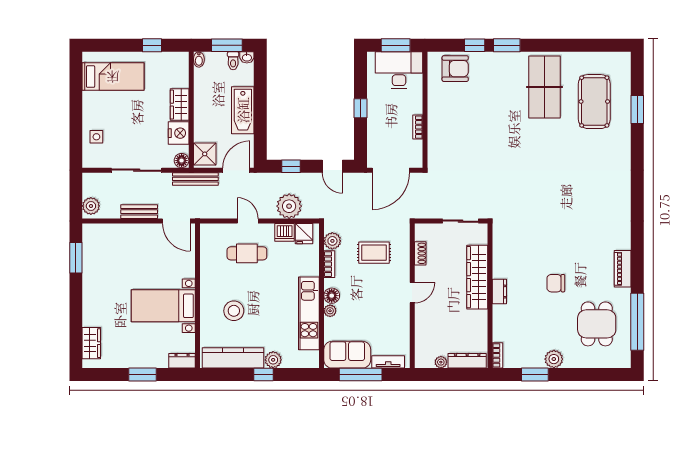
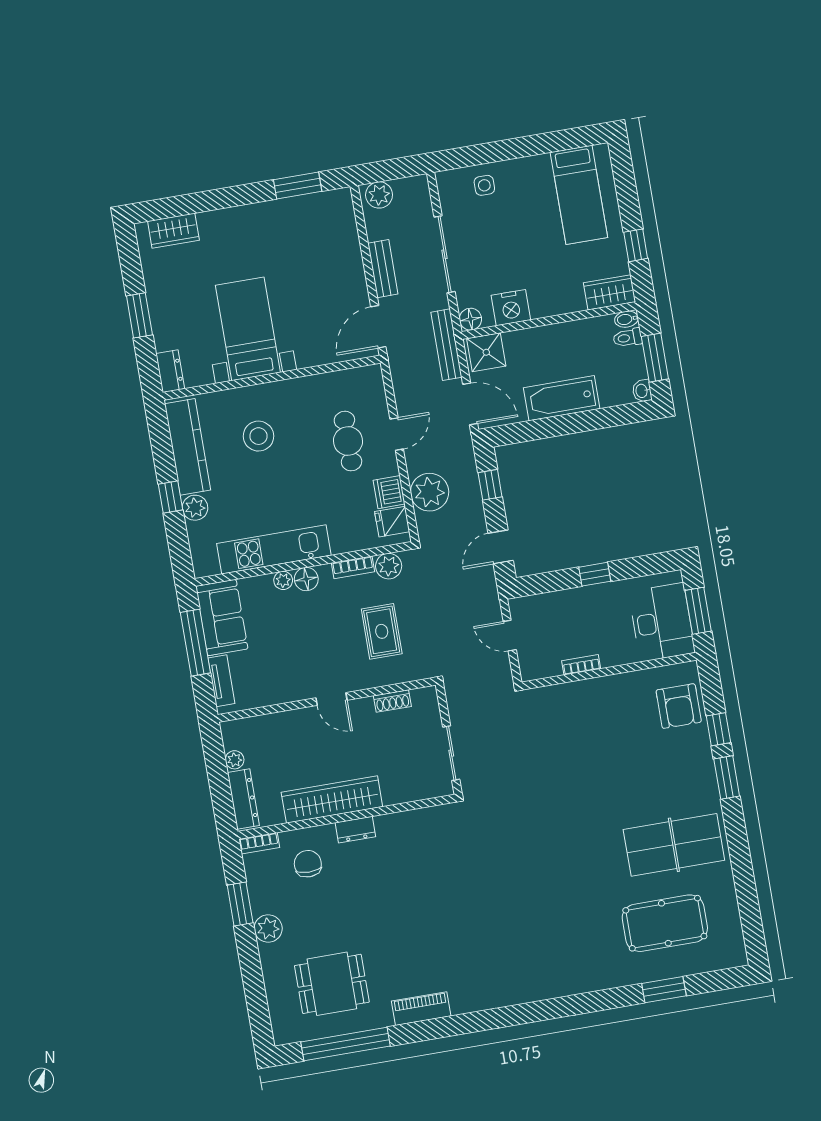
toilet: (233, 61) -> (628, 338), moved
wardrobe: (180, 105) -> (609, 292), moved
door: (391, 170) -> (510, 636), width x0.53
wardrobe: (477, 277) -> (332, 800), moved
chair: (556, 283) -> (308, 864), moved

